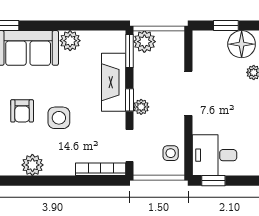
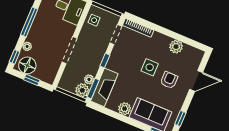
fireplace: (114, 82) -> (104, 87), moved
plant: (141, 107) -> (89, 79), moved

